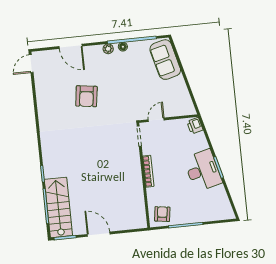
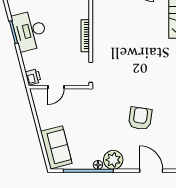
plant: (108, 49) -> (113, 160), width x1.88, depth x1.88
door: (156, 120) -> (56, 87), moved

